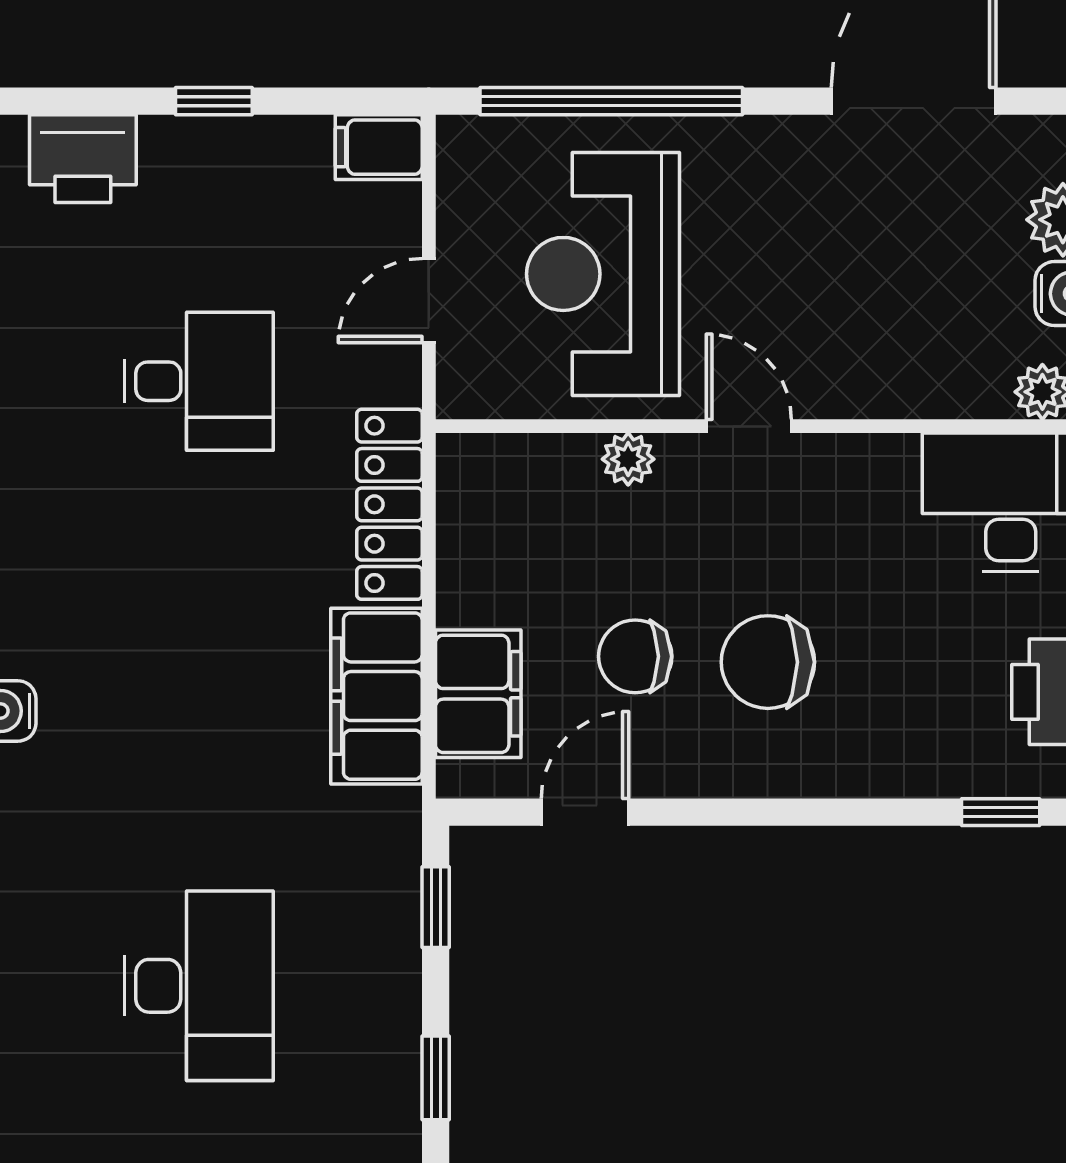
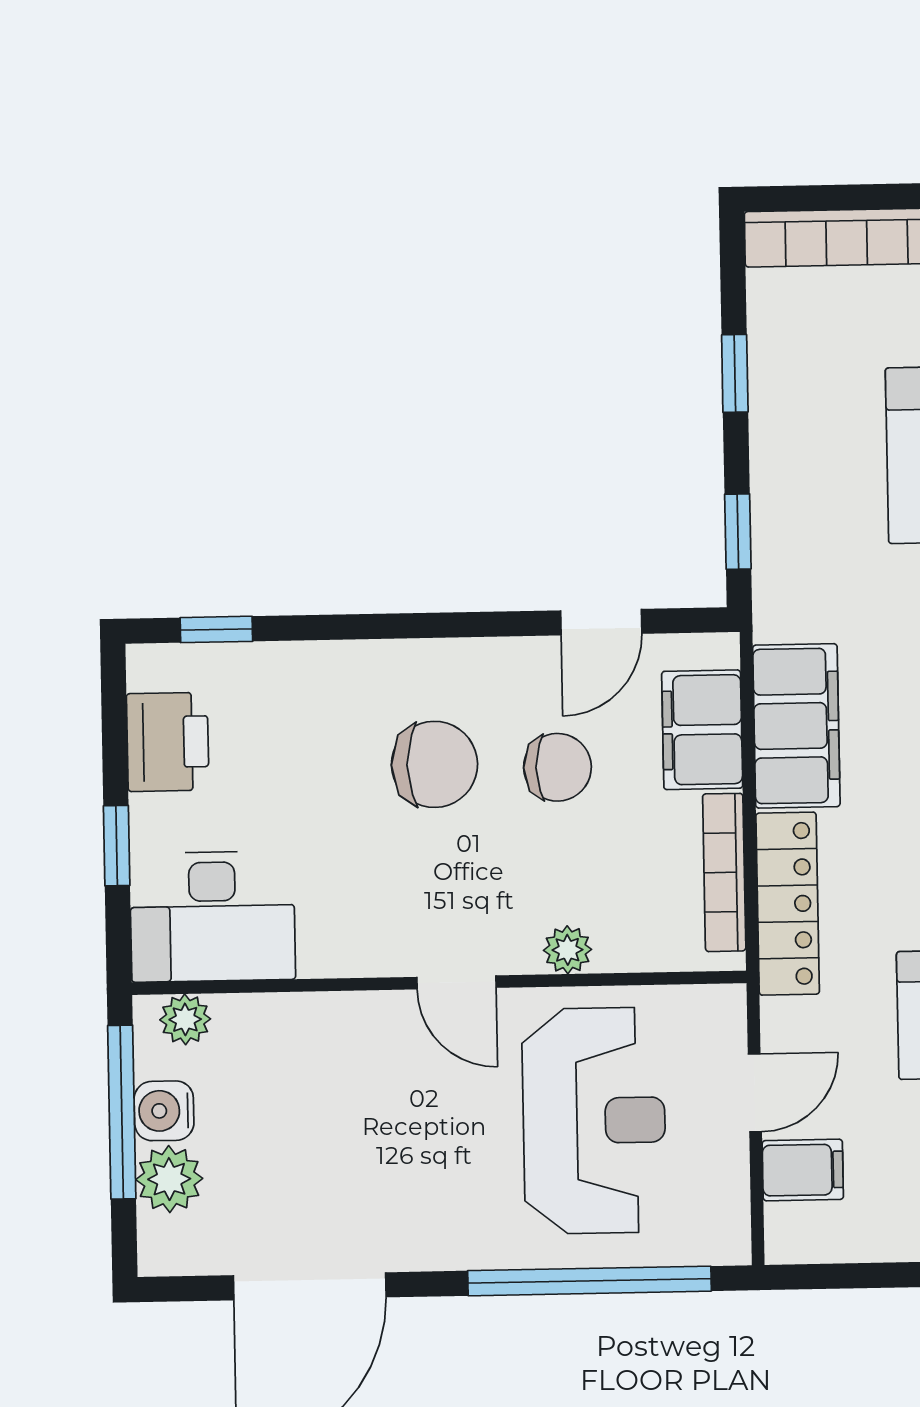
filing cabinet: (379, 147) -> (803, 1170), moved
bookcase: (457, 539) -> (724, 872), added

